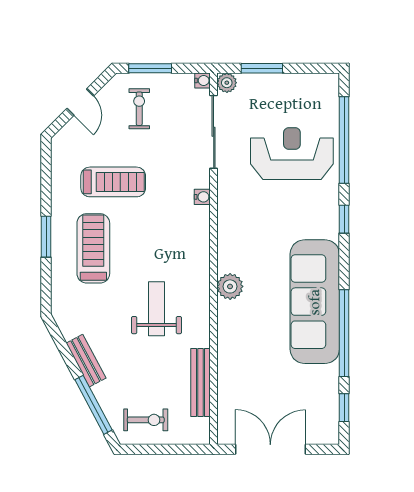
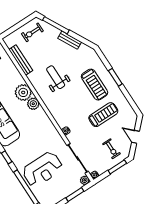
treadmill: (113, 182) -> (103, 115), turned 180
weight bench: (157, 309) -> (56, 77), turned 180
plant: (235, 319) -> (23, 92), added

